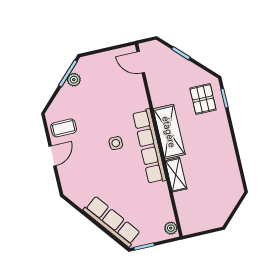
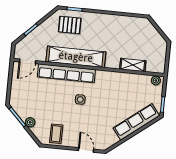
plant: (74, 80) -> (30, 122), moved
shelving: (169, 132) -> (76, 57), width x1.47
row of seats: (149, 146) -> (66, 73), moved
door: (53, 156) -> (86, 150), moved
shelving: (176, 175) -> (133, 65), moved

